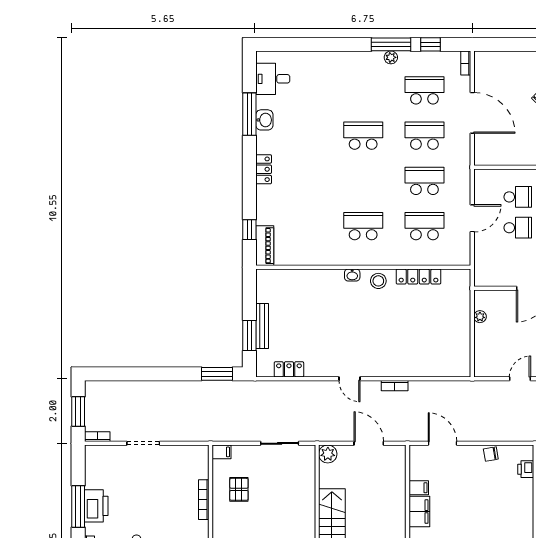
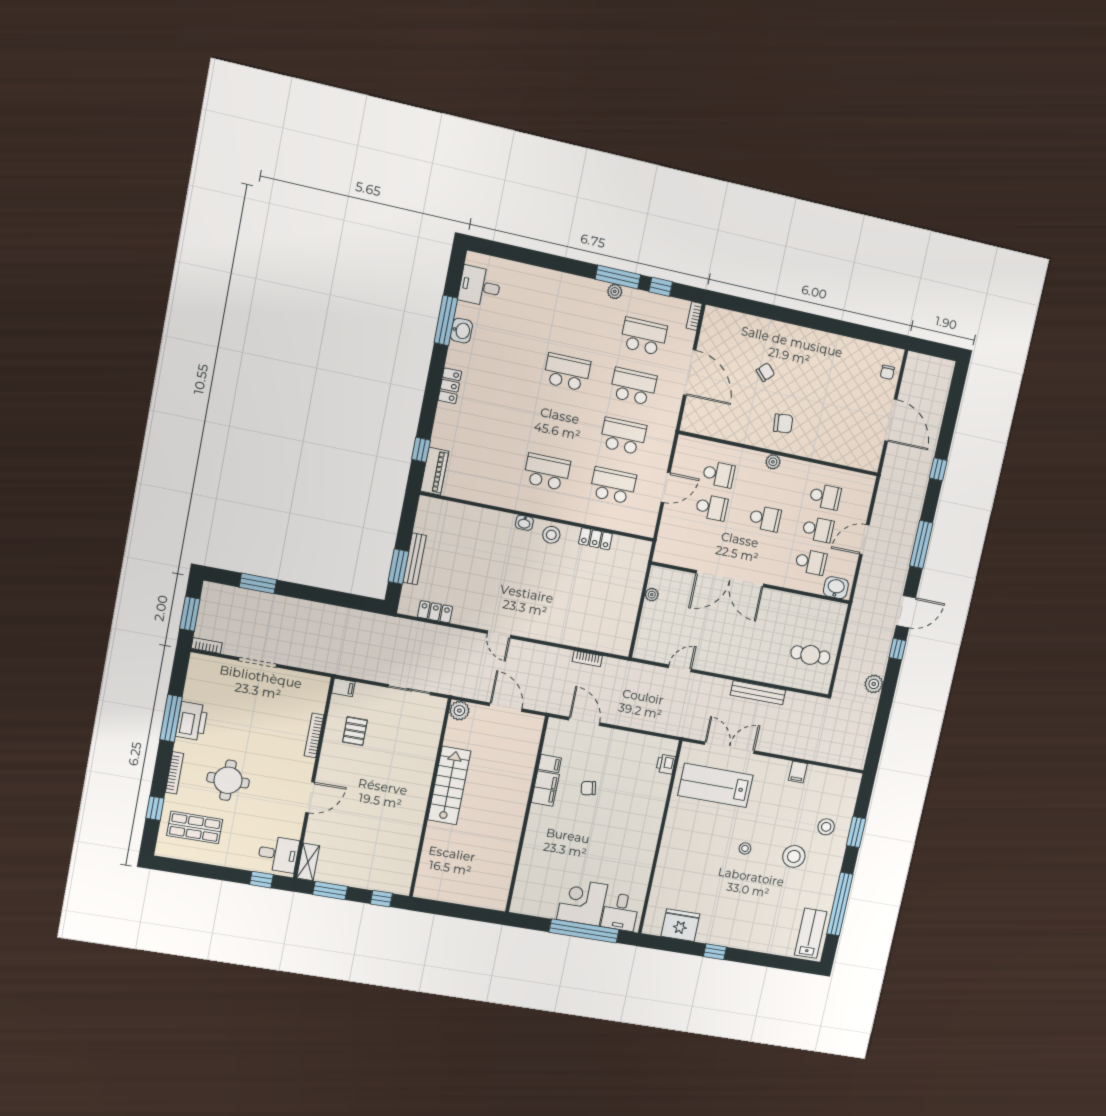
locker: (419, 277) -> (595, 539), width x0.66
window: (217, 374) -> (258, 583), moved
bookcase: (395, 386) -> (587, 659), moved
chair: (491, 454) -> (588, 788), moved

